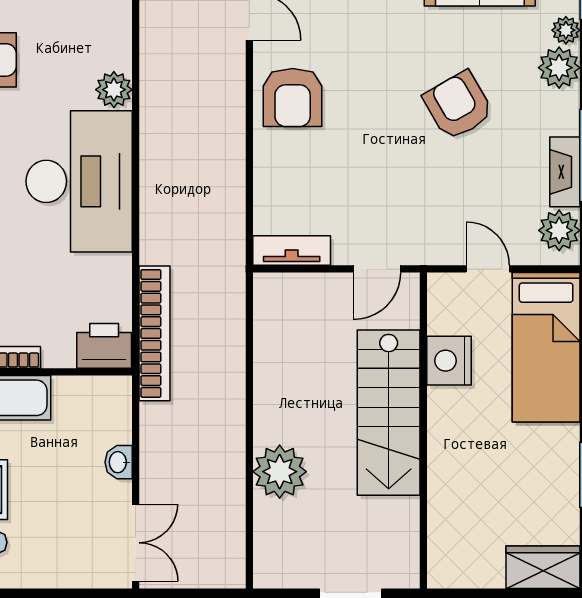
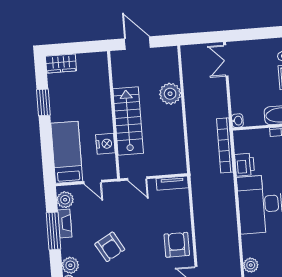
plant: (114, 90) -> (251, 265), moved
door: (377, 269) -> (137, 178), swing flipped
printer: (104, 346) -> (245, 165), moved, turned -90
washbasin: (119, 462) -> (237, 121), moved

